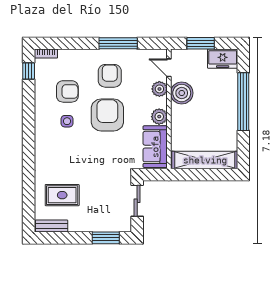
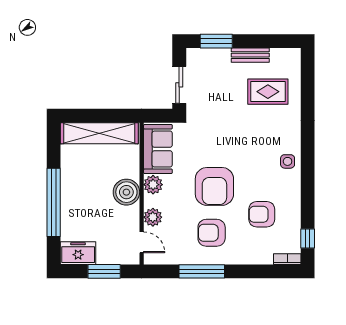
armchair: (110, 76) -> (212, 233), turned 90
boiler: (182, 93) -> (126, 192), moved
side table: (67, 121) -> (288, 161), moved
bench: (52, 226) -> (250, 55), moved

